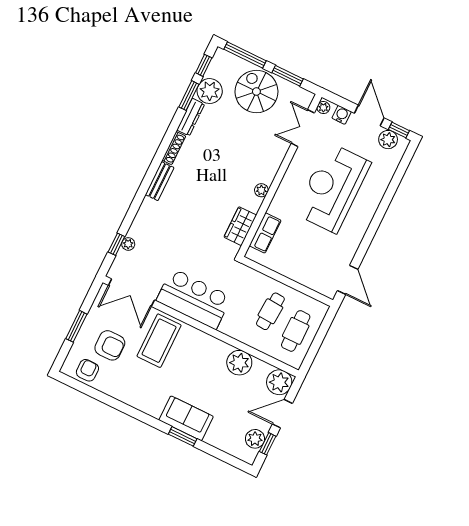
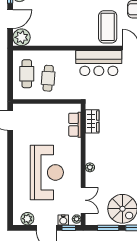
window: (399, 130) -> (69, 228), moved
plant: (261, 190) -> (90, 167), moved
plant: (239, 363) -> (52, 37), removed

